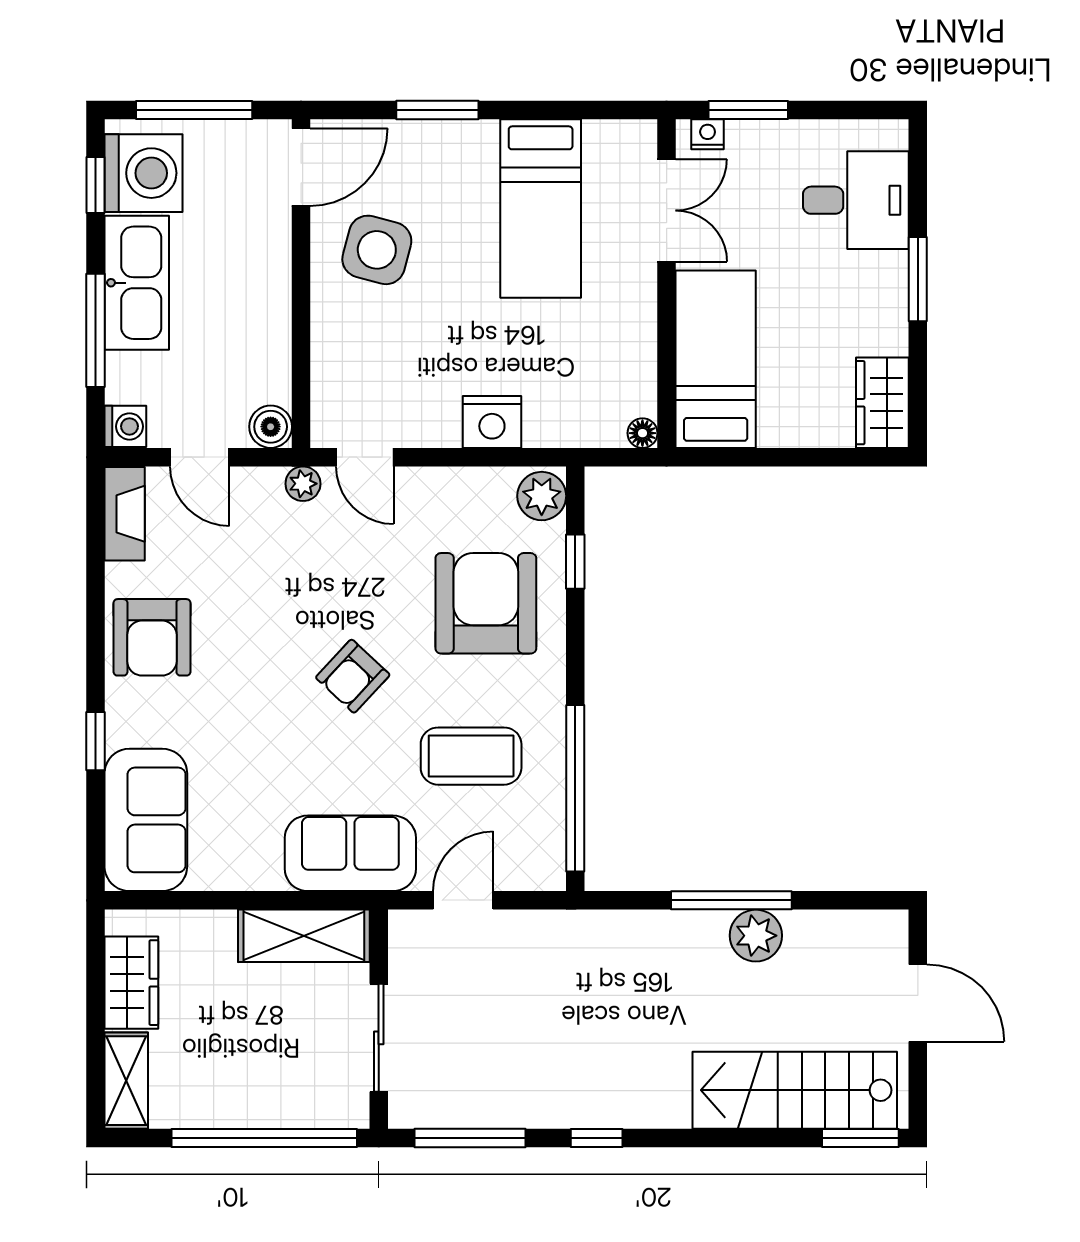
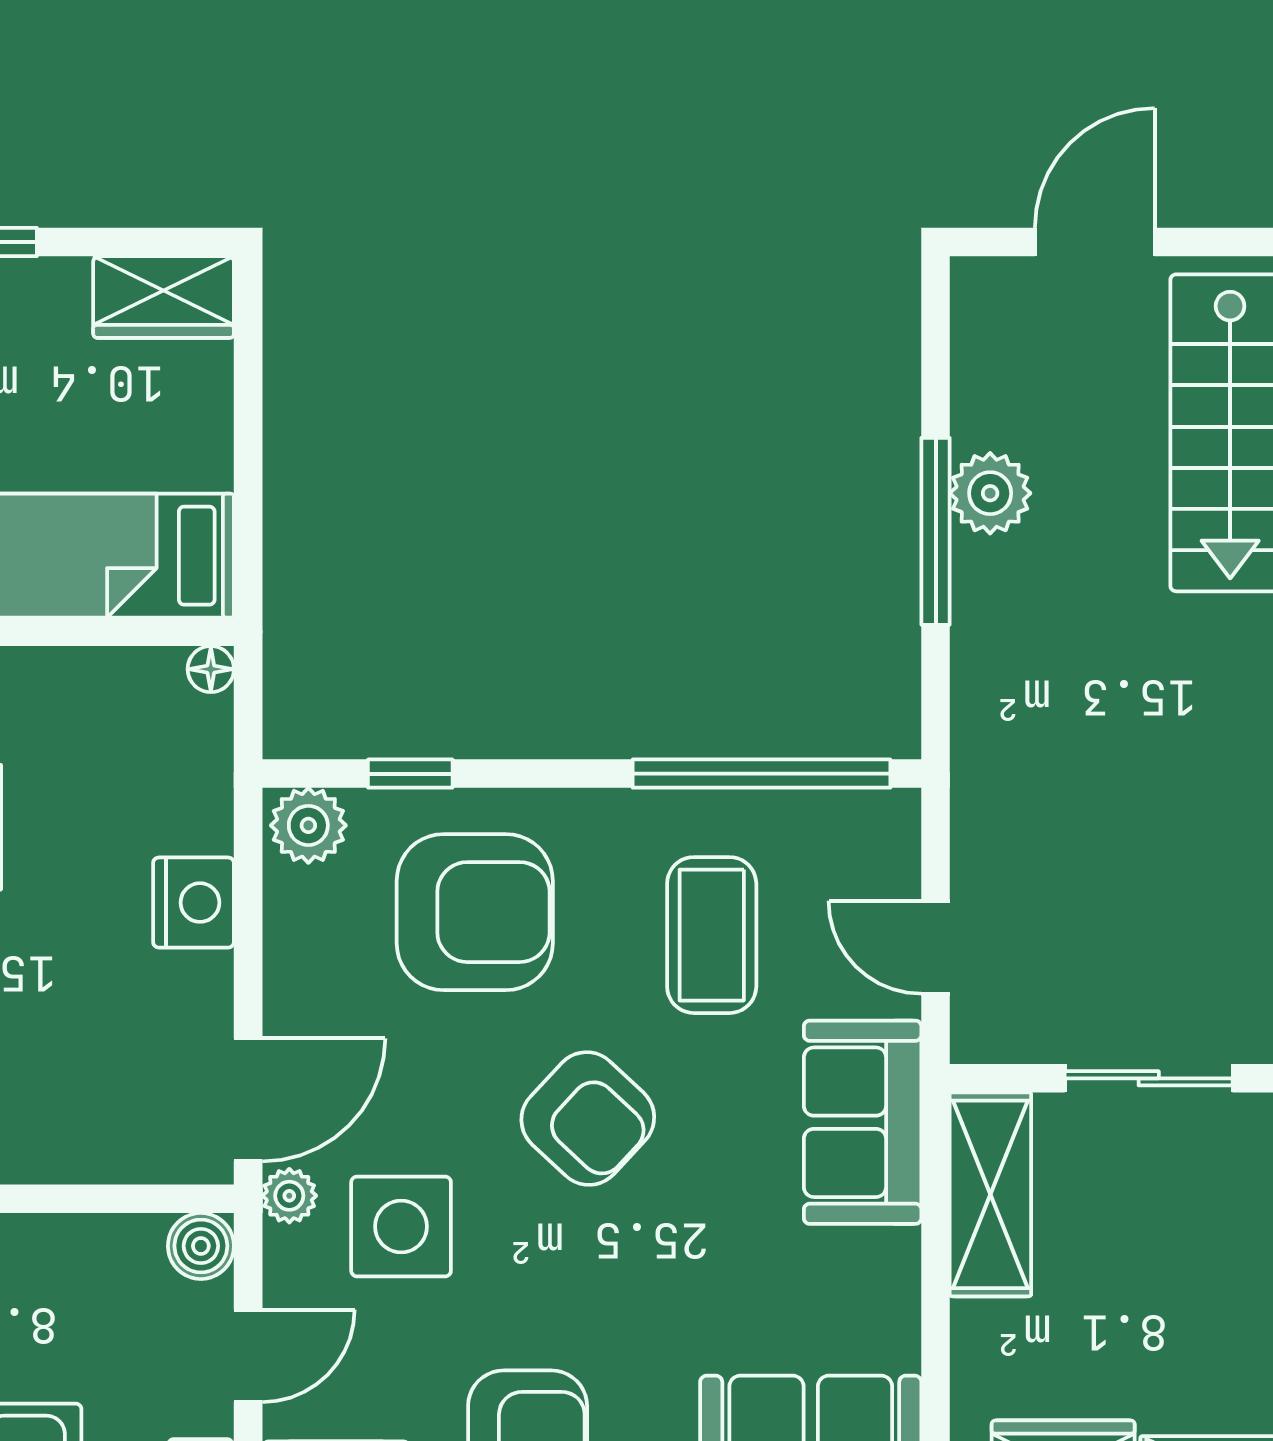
door: (365, 457) -> (248, 1100), width x1.38
side table: (283, 556) -> (401, 1226), added
armchair: (486, 603) -> (475, 912), turned 180
armchair: (353, 676) -> (588, 1119), width x1.38, depth x1.38

